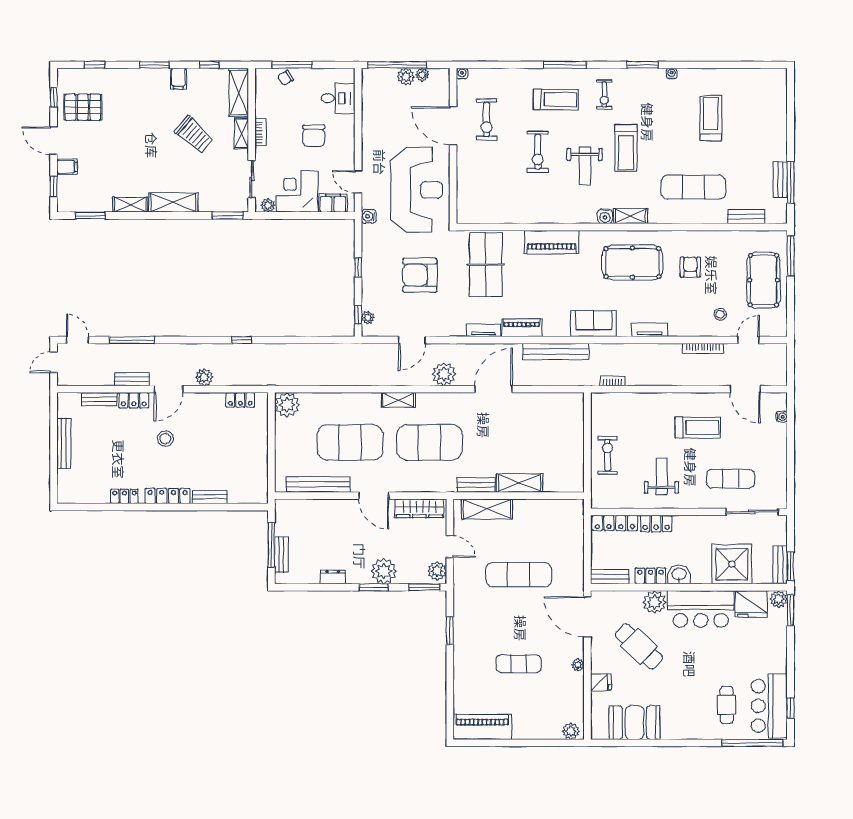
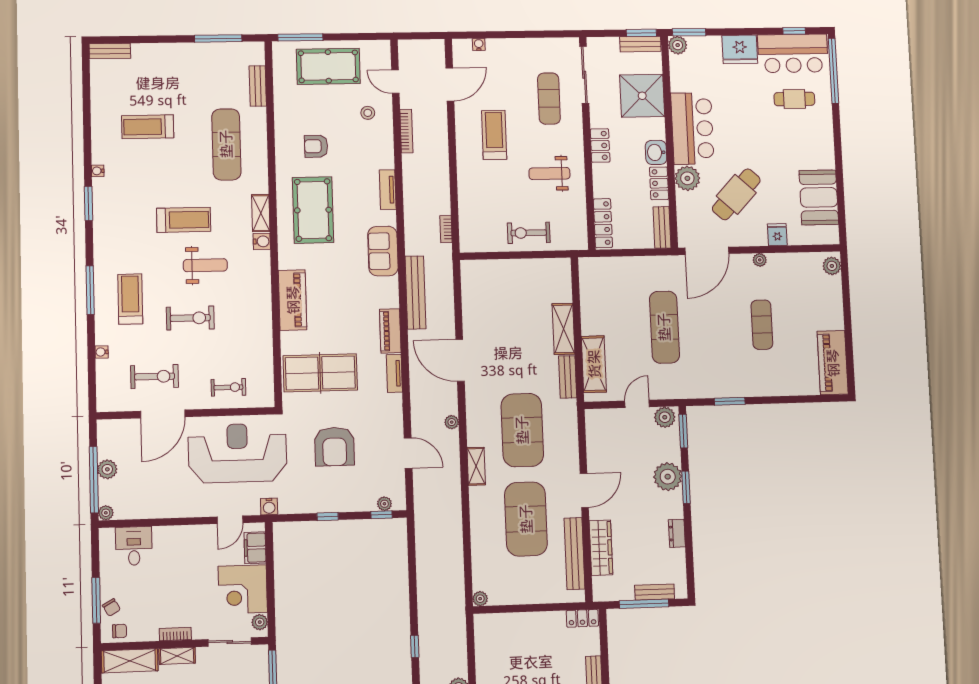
water cooler: (462, 74) -> (102, 352), moved
plant: (422, 75) -> (106, 513), moved
exercise bike: (604, 94) -> (228, 387), moved
chair: (314, 136) -> (120, 631), moved, width x0.54, depth x0.54
bench: (780, 180) -> (110, 51), moved
plant: (444, 374) -> (452, 422), width x0.53, depth x0.53
locker: (240, 400) -> (582, 618), moved, turned 90
plant: (287, 405) -> (480, 599), width x0.53, depth x0.53
wardrobe: (419, 508) -> (601, 548), moved
locker: (656, 524) -> (600, 145), moved
fridge: (751, 604) -> (740, 49), moved, turned 90

